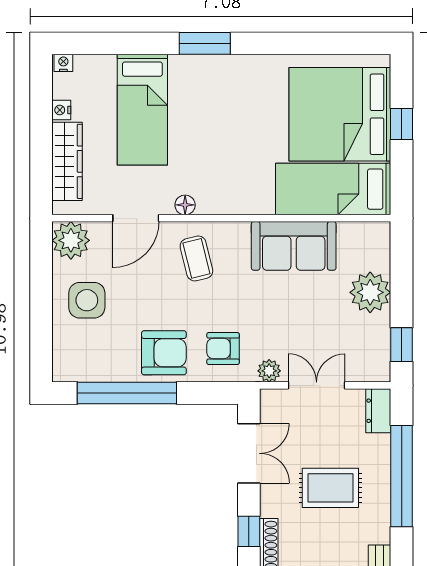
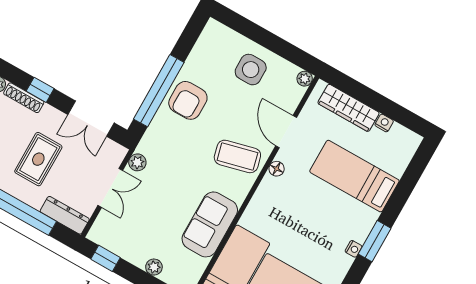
nightstand: (63, 63) -> (354, 249), moved
plant: (71, 240) -> (305, 79), width x0.53, depth x0.53
coffee table: (196, 258) -> (237, 156), width x1.36, depth x1.30
plant: (370, 292) -> (154, 267), width x0.53, depth x0.53
armchair: (223, 349) -> (169, 141), removed
window: (127, 393) -> (159, 91), moved
dresser: (378, 411) -> (65, 215), width x1.44

